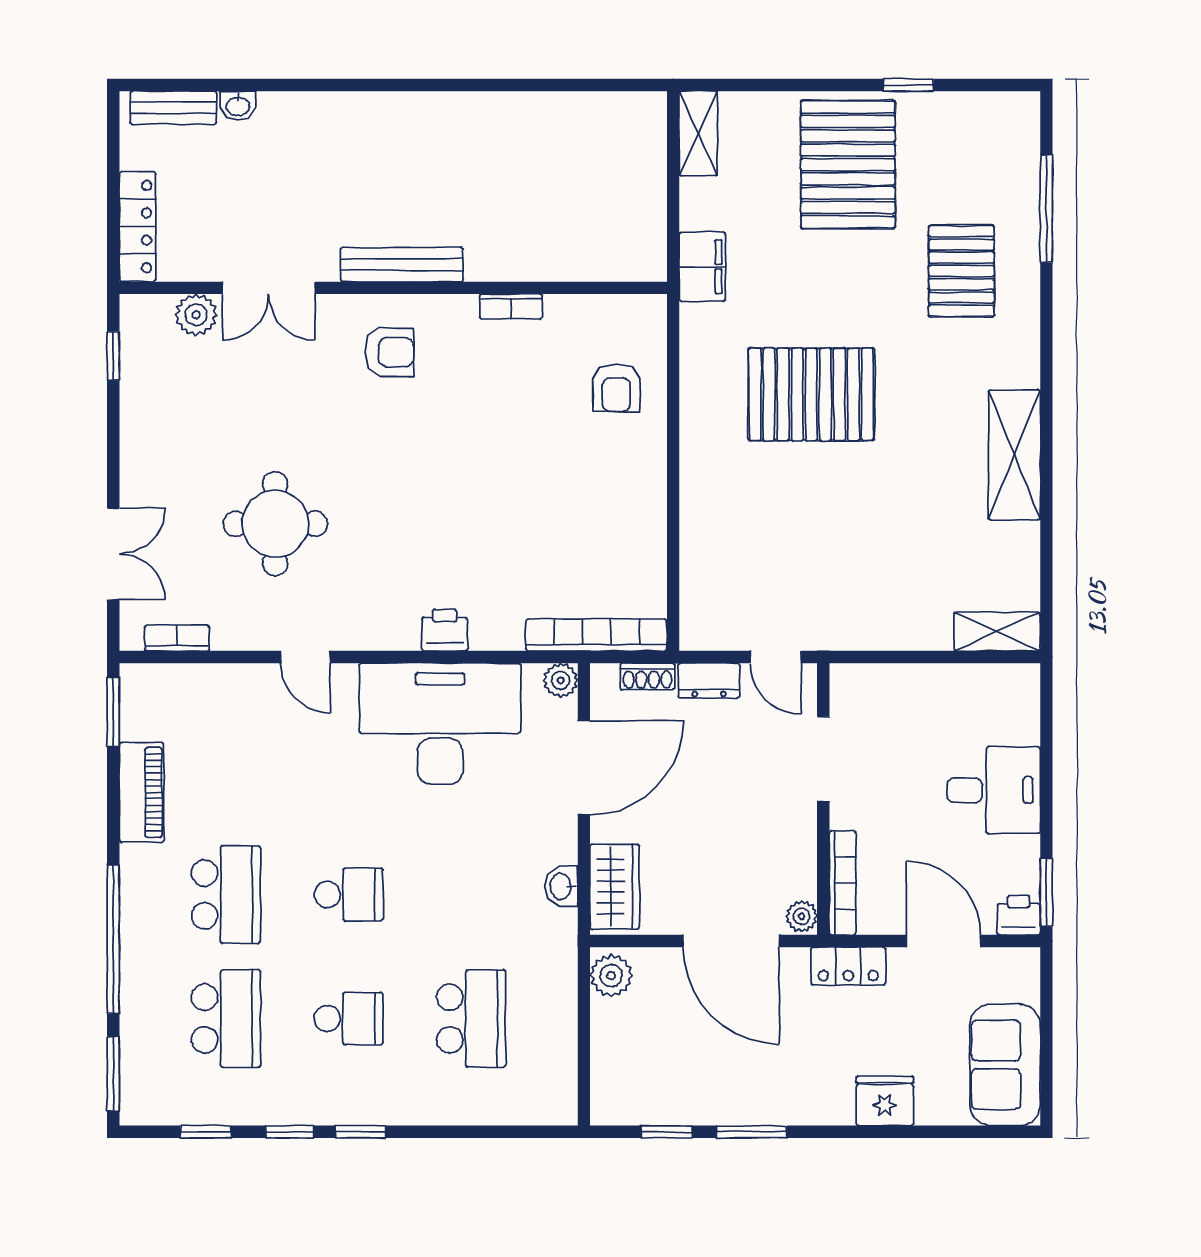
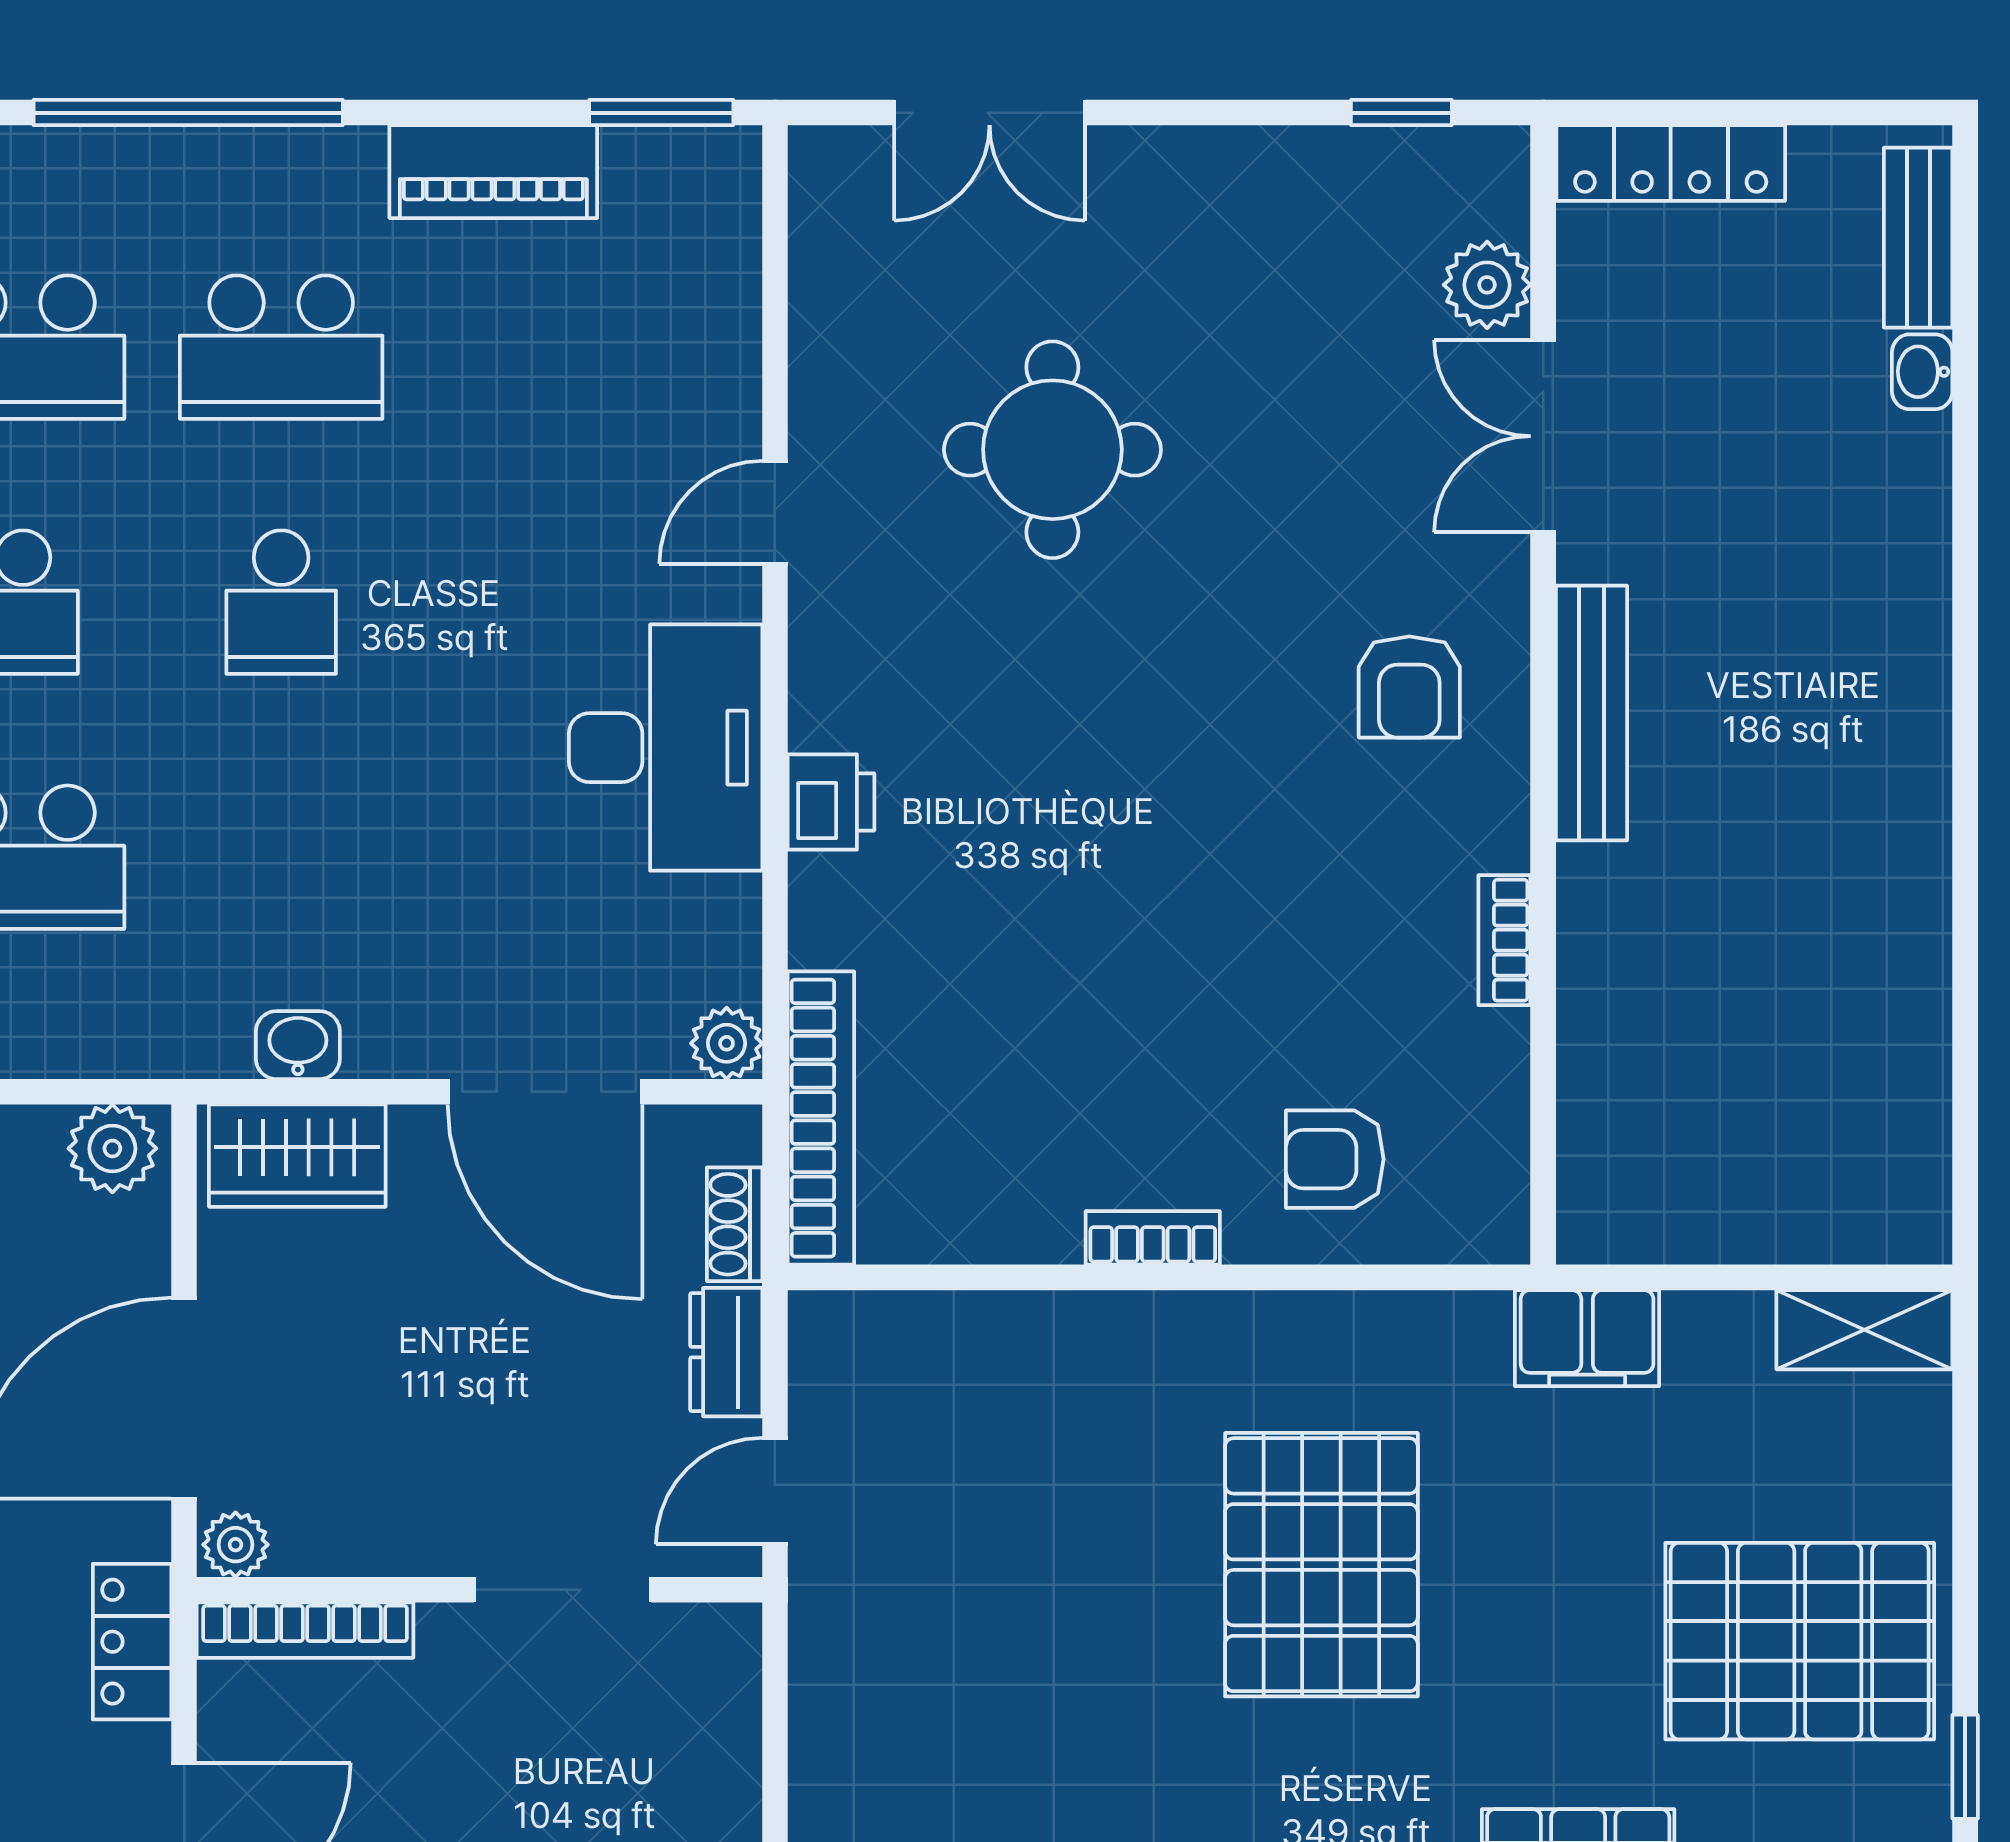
bookcase: (177, 638) -> (1153, 1238), moved, turned -90
desk: (440, 724) -> (666, 748), width x0.73, depth x0.77

